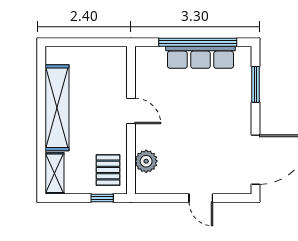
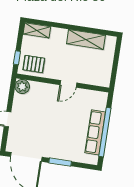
window: (256, 84) -> (60, 162), moved
shelving: (57, 108) -> (86, 39), width x0.68
plant: (146, 161) -> (22, 87), moved

